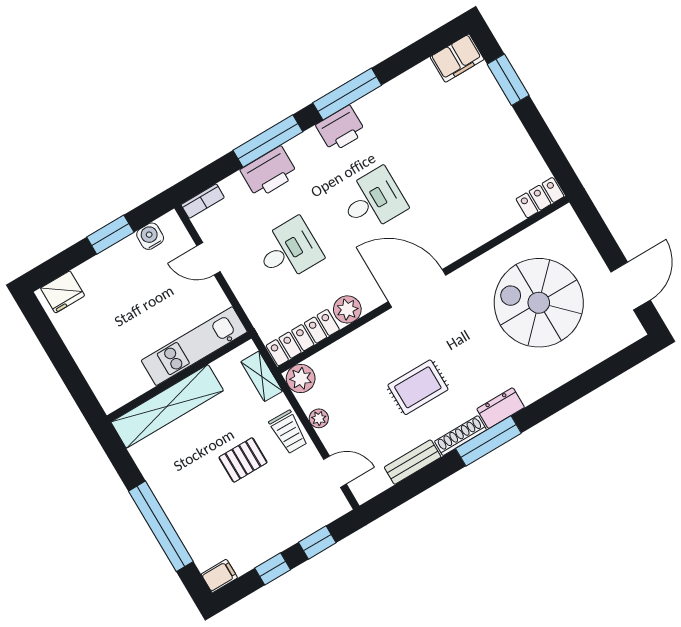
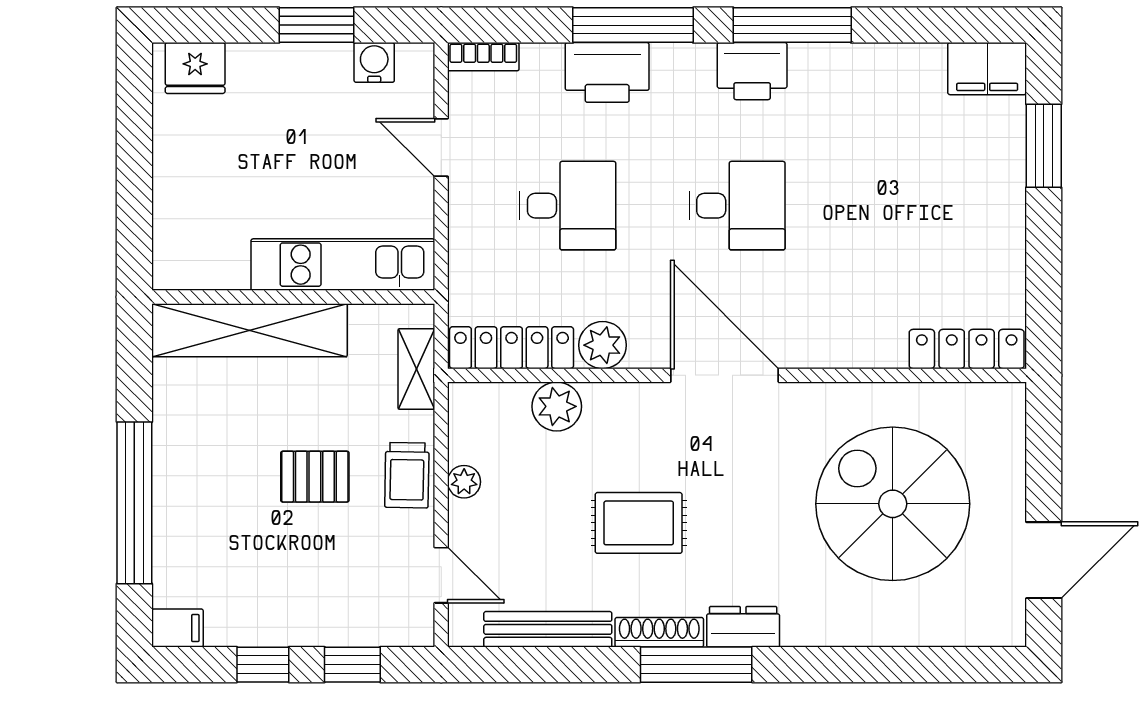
locker: (540, 198) -> (967, 349), width x1.53
plant: (301, 378) -> (557, 406), moved
bench: (413, 462) -> (548, 629), width x1.36

